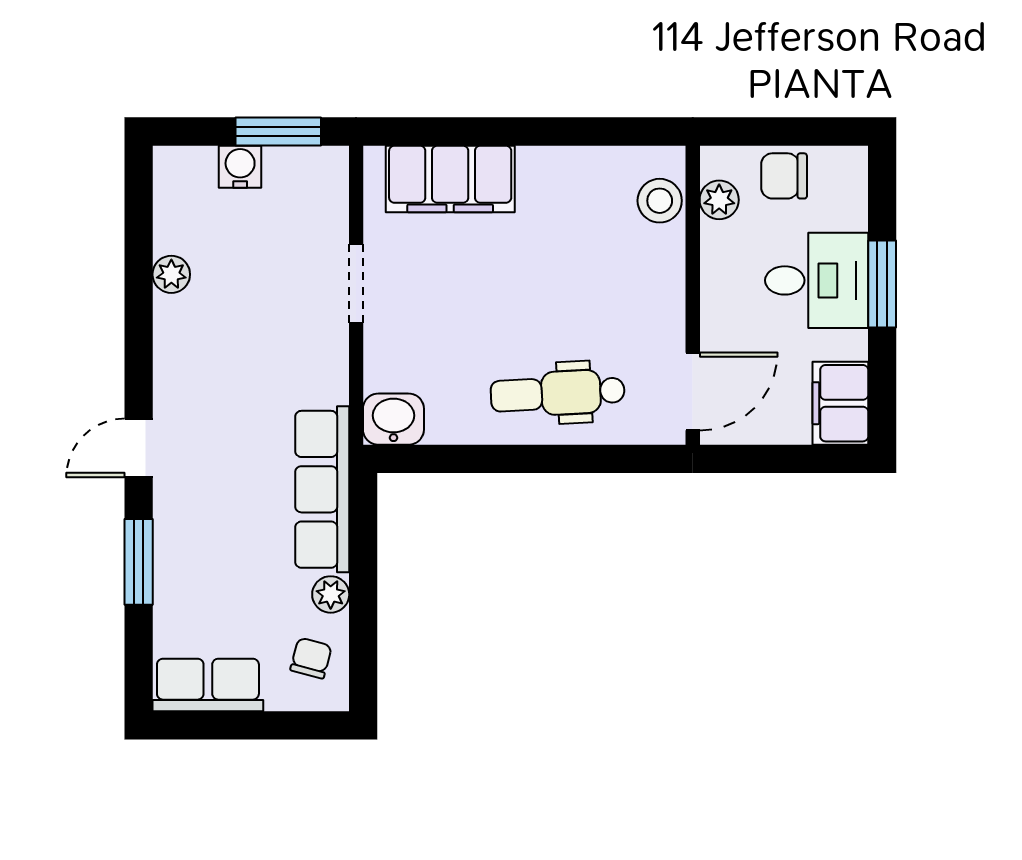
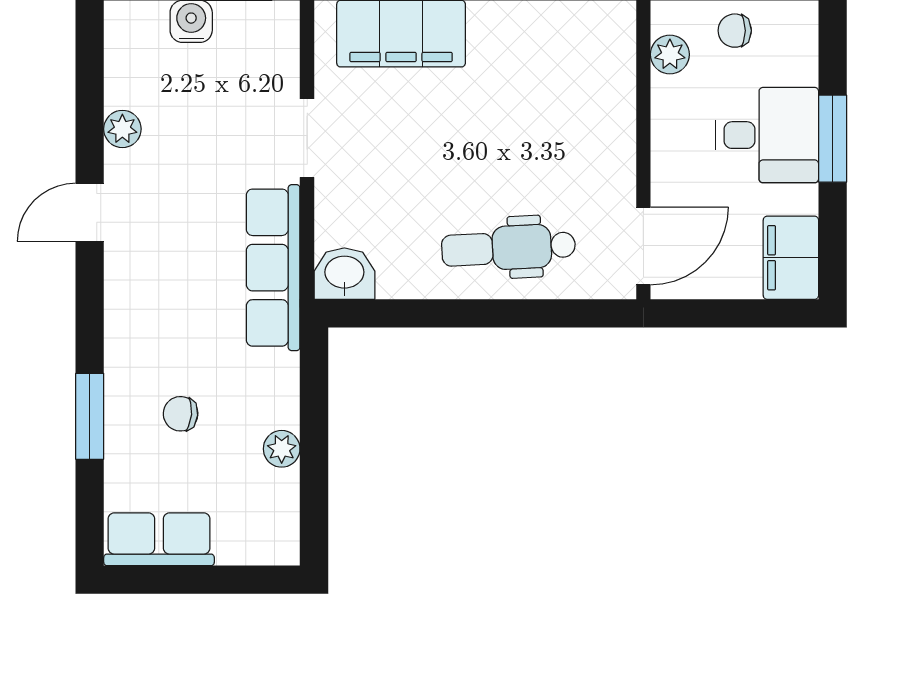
chair: (784, 176) -> (735, 31), width x0.73, depth x0.73
stool: (660, 201) -> (610, 55), removed
door: (139, 448) -> (90, 212), moved
row of seats: (322, 489) -> (273, 268), moved
chair: (311, 658) -> (181, 414), moved, turned -100

